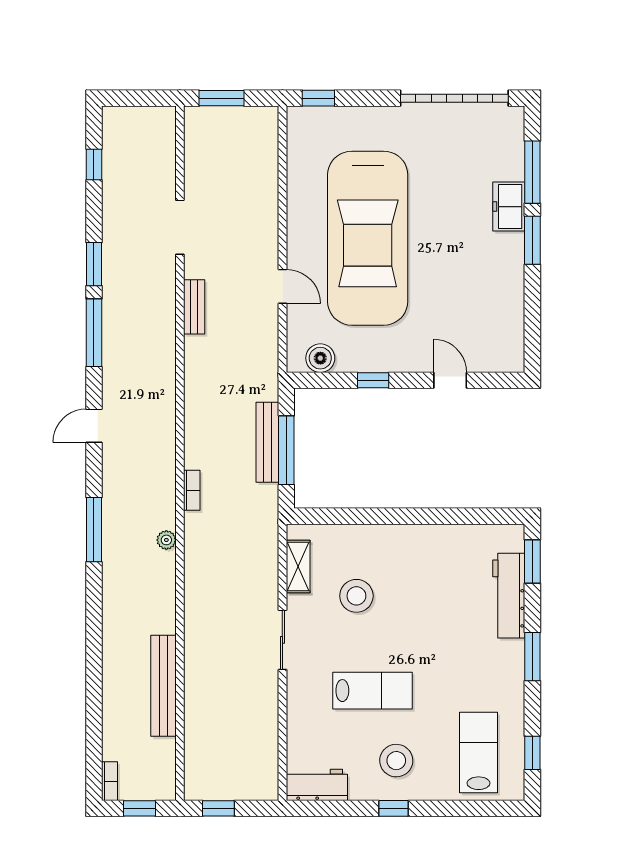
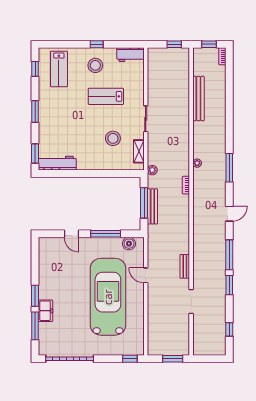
window: (373, 380) -> (106, 234), width x2.17
plant: (268, 524) -> (152, 170), added
workbench: (509, 596) -> (57, 163), moved, turned -90

